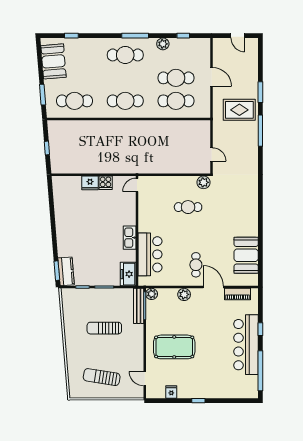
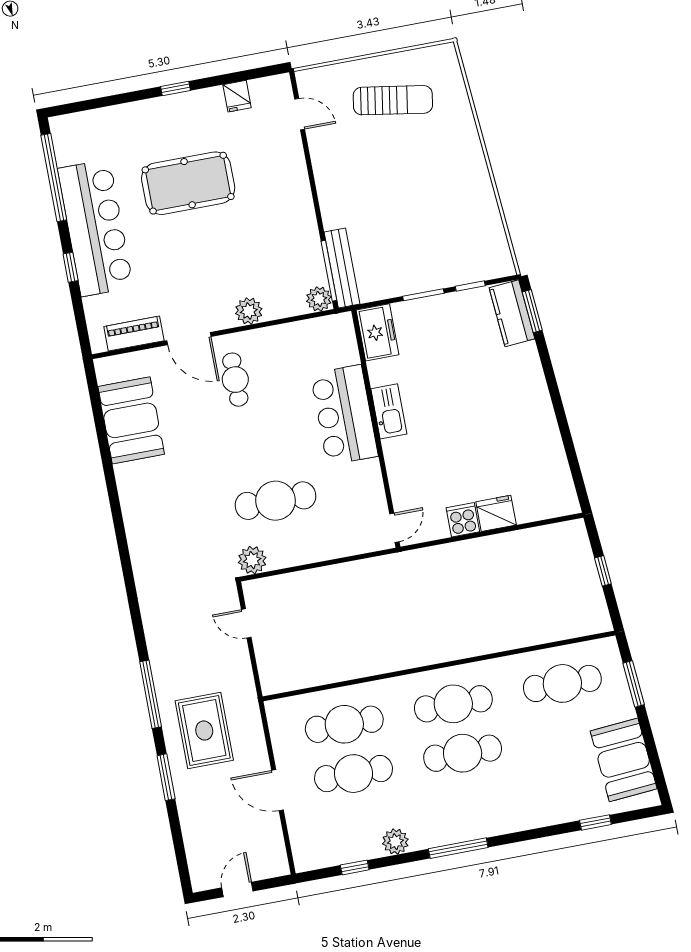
door: (238, 36) -> (237, 889), hinge flipped
cafe table: (125, 55) -> (463, 753), moved
rug: (239, 110) -> (204, 731), turned 90
cafe table: (188, 207) -> (275, 501), width x1.37, depth x1.35
bar counter: (150, 254) -> (344, 415), moved
sun lounger: (104, 328) -> (407, 207), removed
pool table: (174, 347) -> (188, 183), moved

